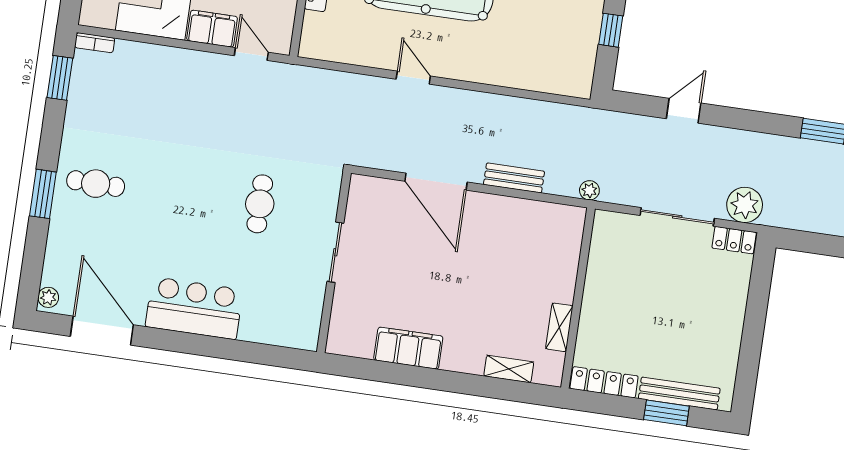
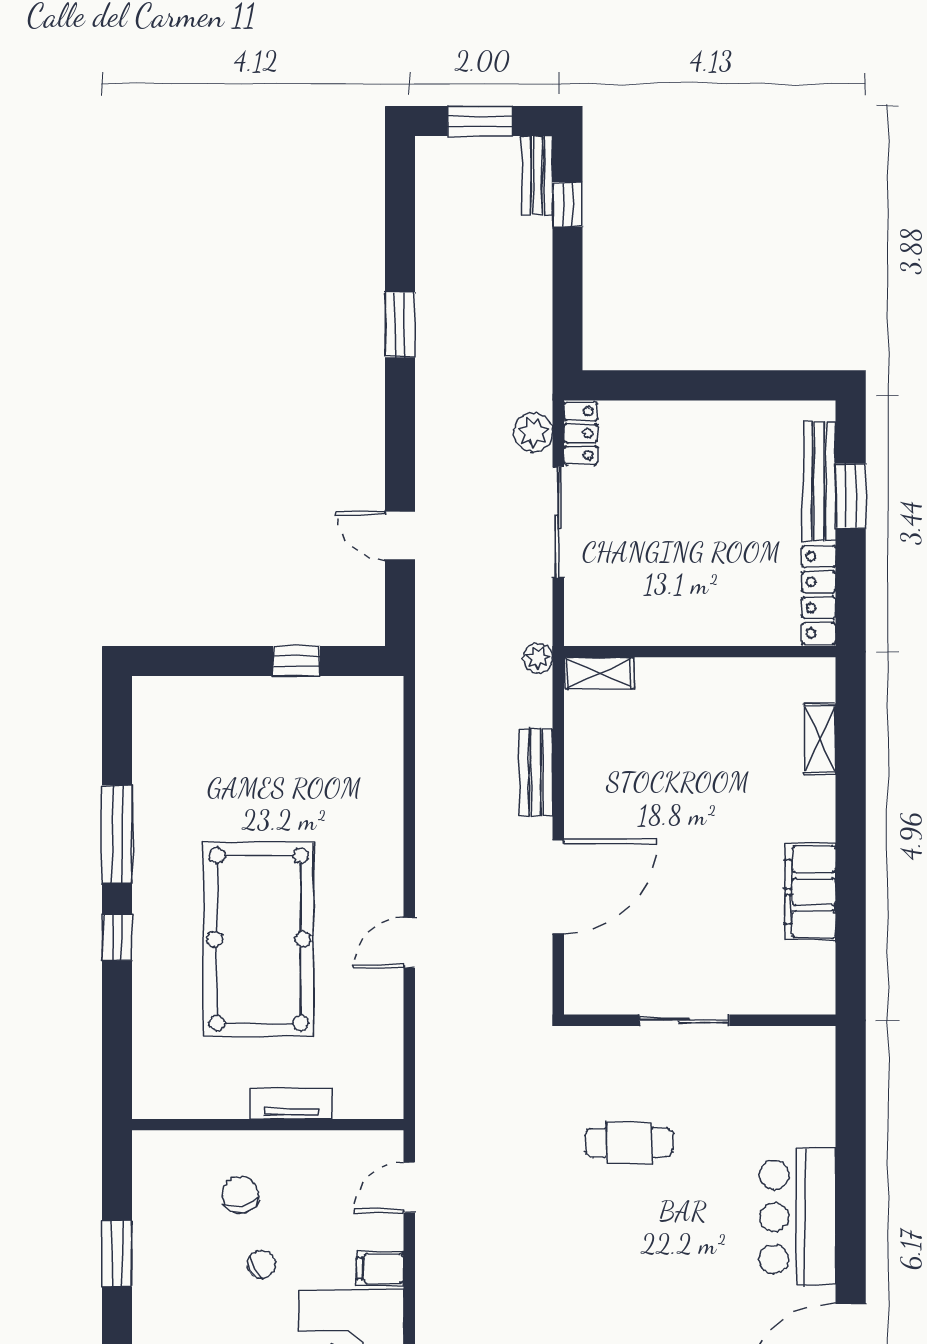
filing cabinet: (212, 29) -> (380, 1268), width x0.50
plant: (745, 205) -> (533, 432), width x0.73, depth x0.73
shelving: (559, 327) -> (599, 673), moved

